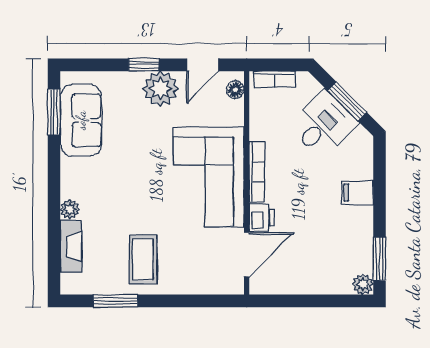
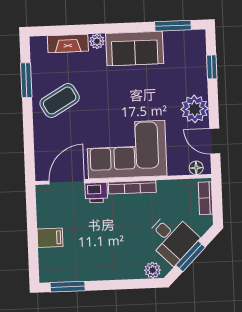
window: (144, 65) -> (212, 67), moved
sofa: (81, 120) -> (135, 49), moved
filing cabinet: (357, 193) -> (50, 238), moved, turned 90
door: (247, 255) -> (67, 182), swing flipped
coffee table: (143, 260) -> (60, 100), turned -30
plant: (363, 284) -> (153, 270), moved

